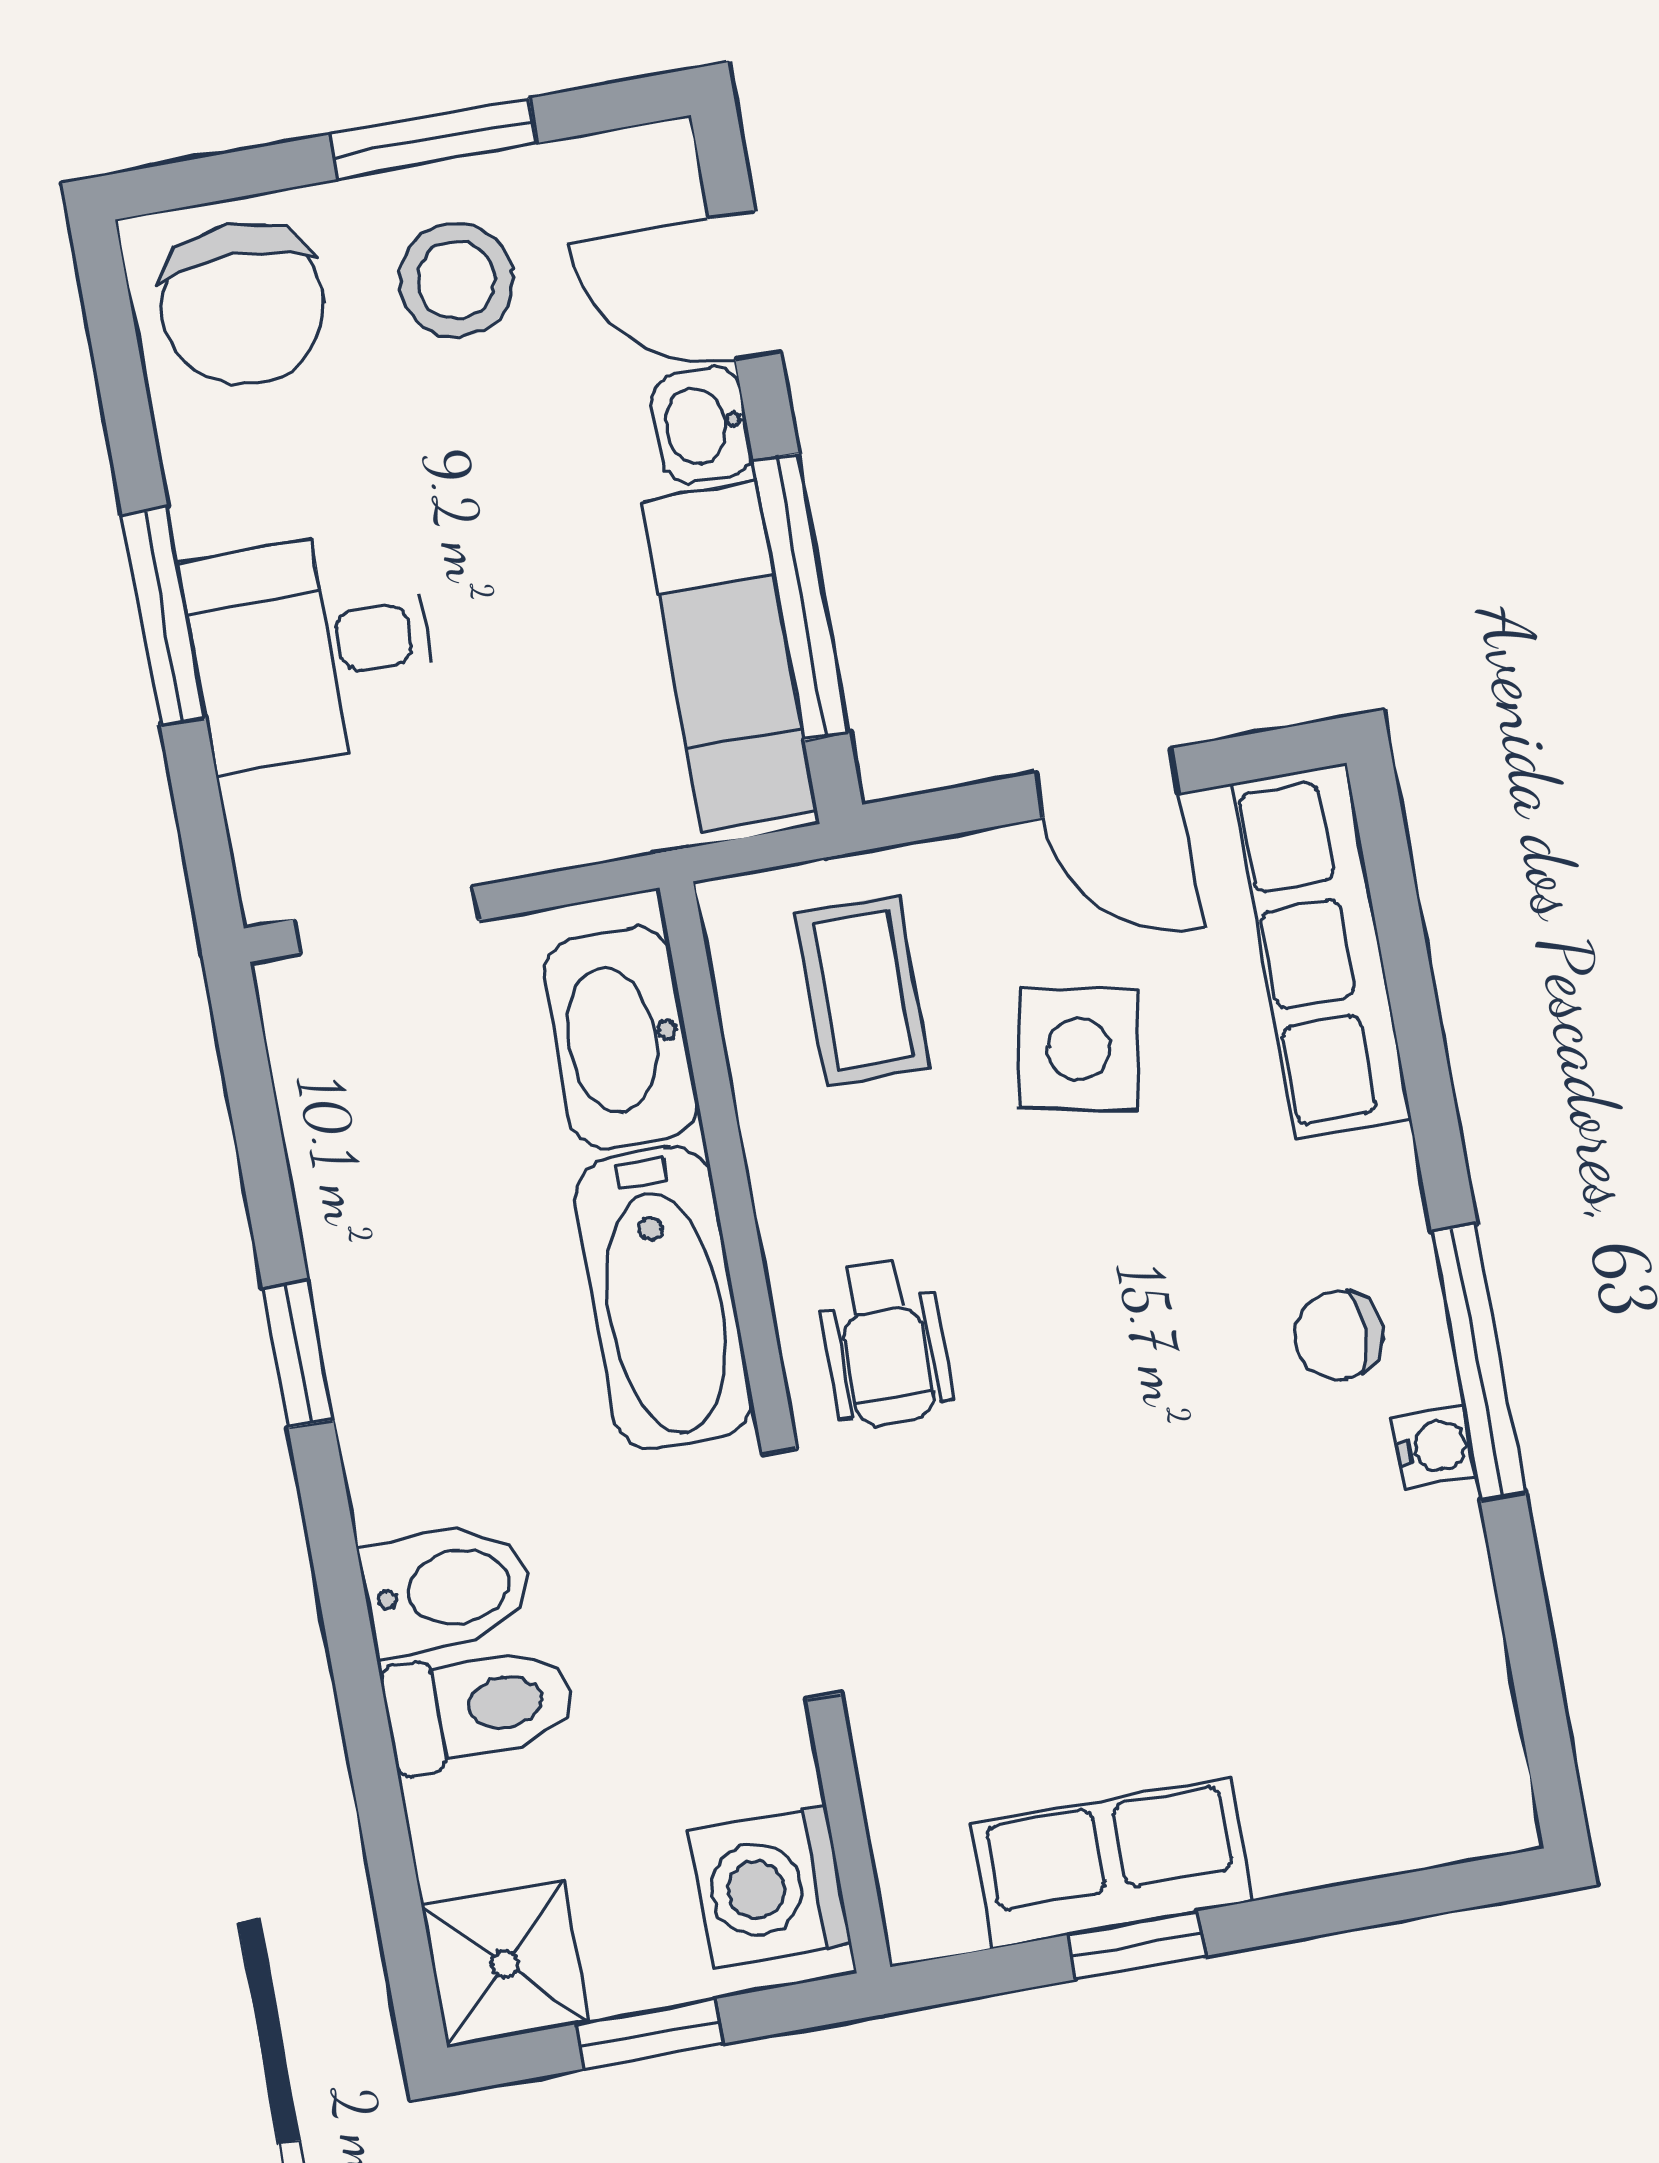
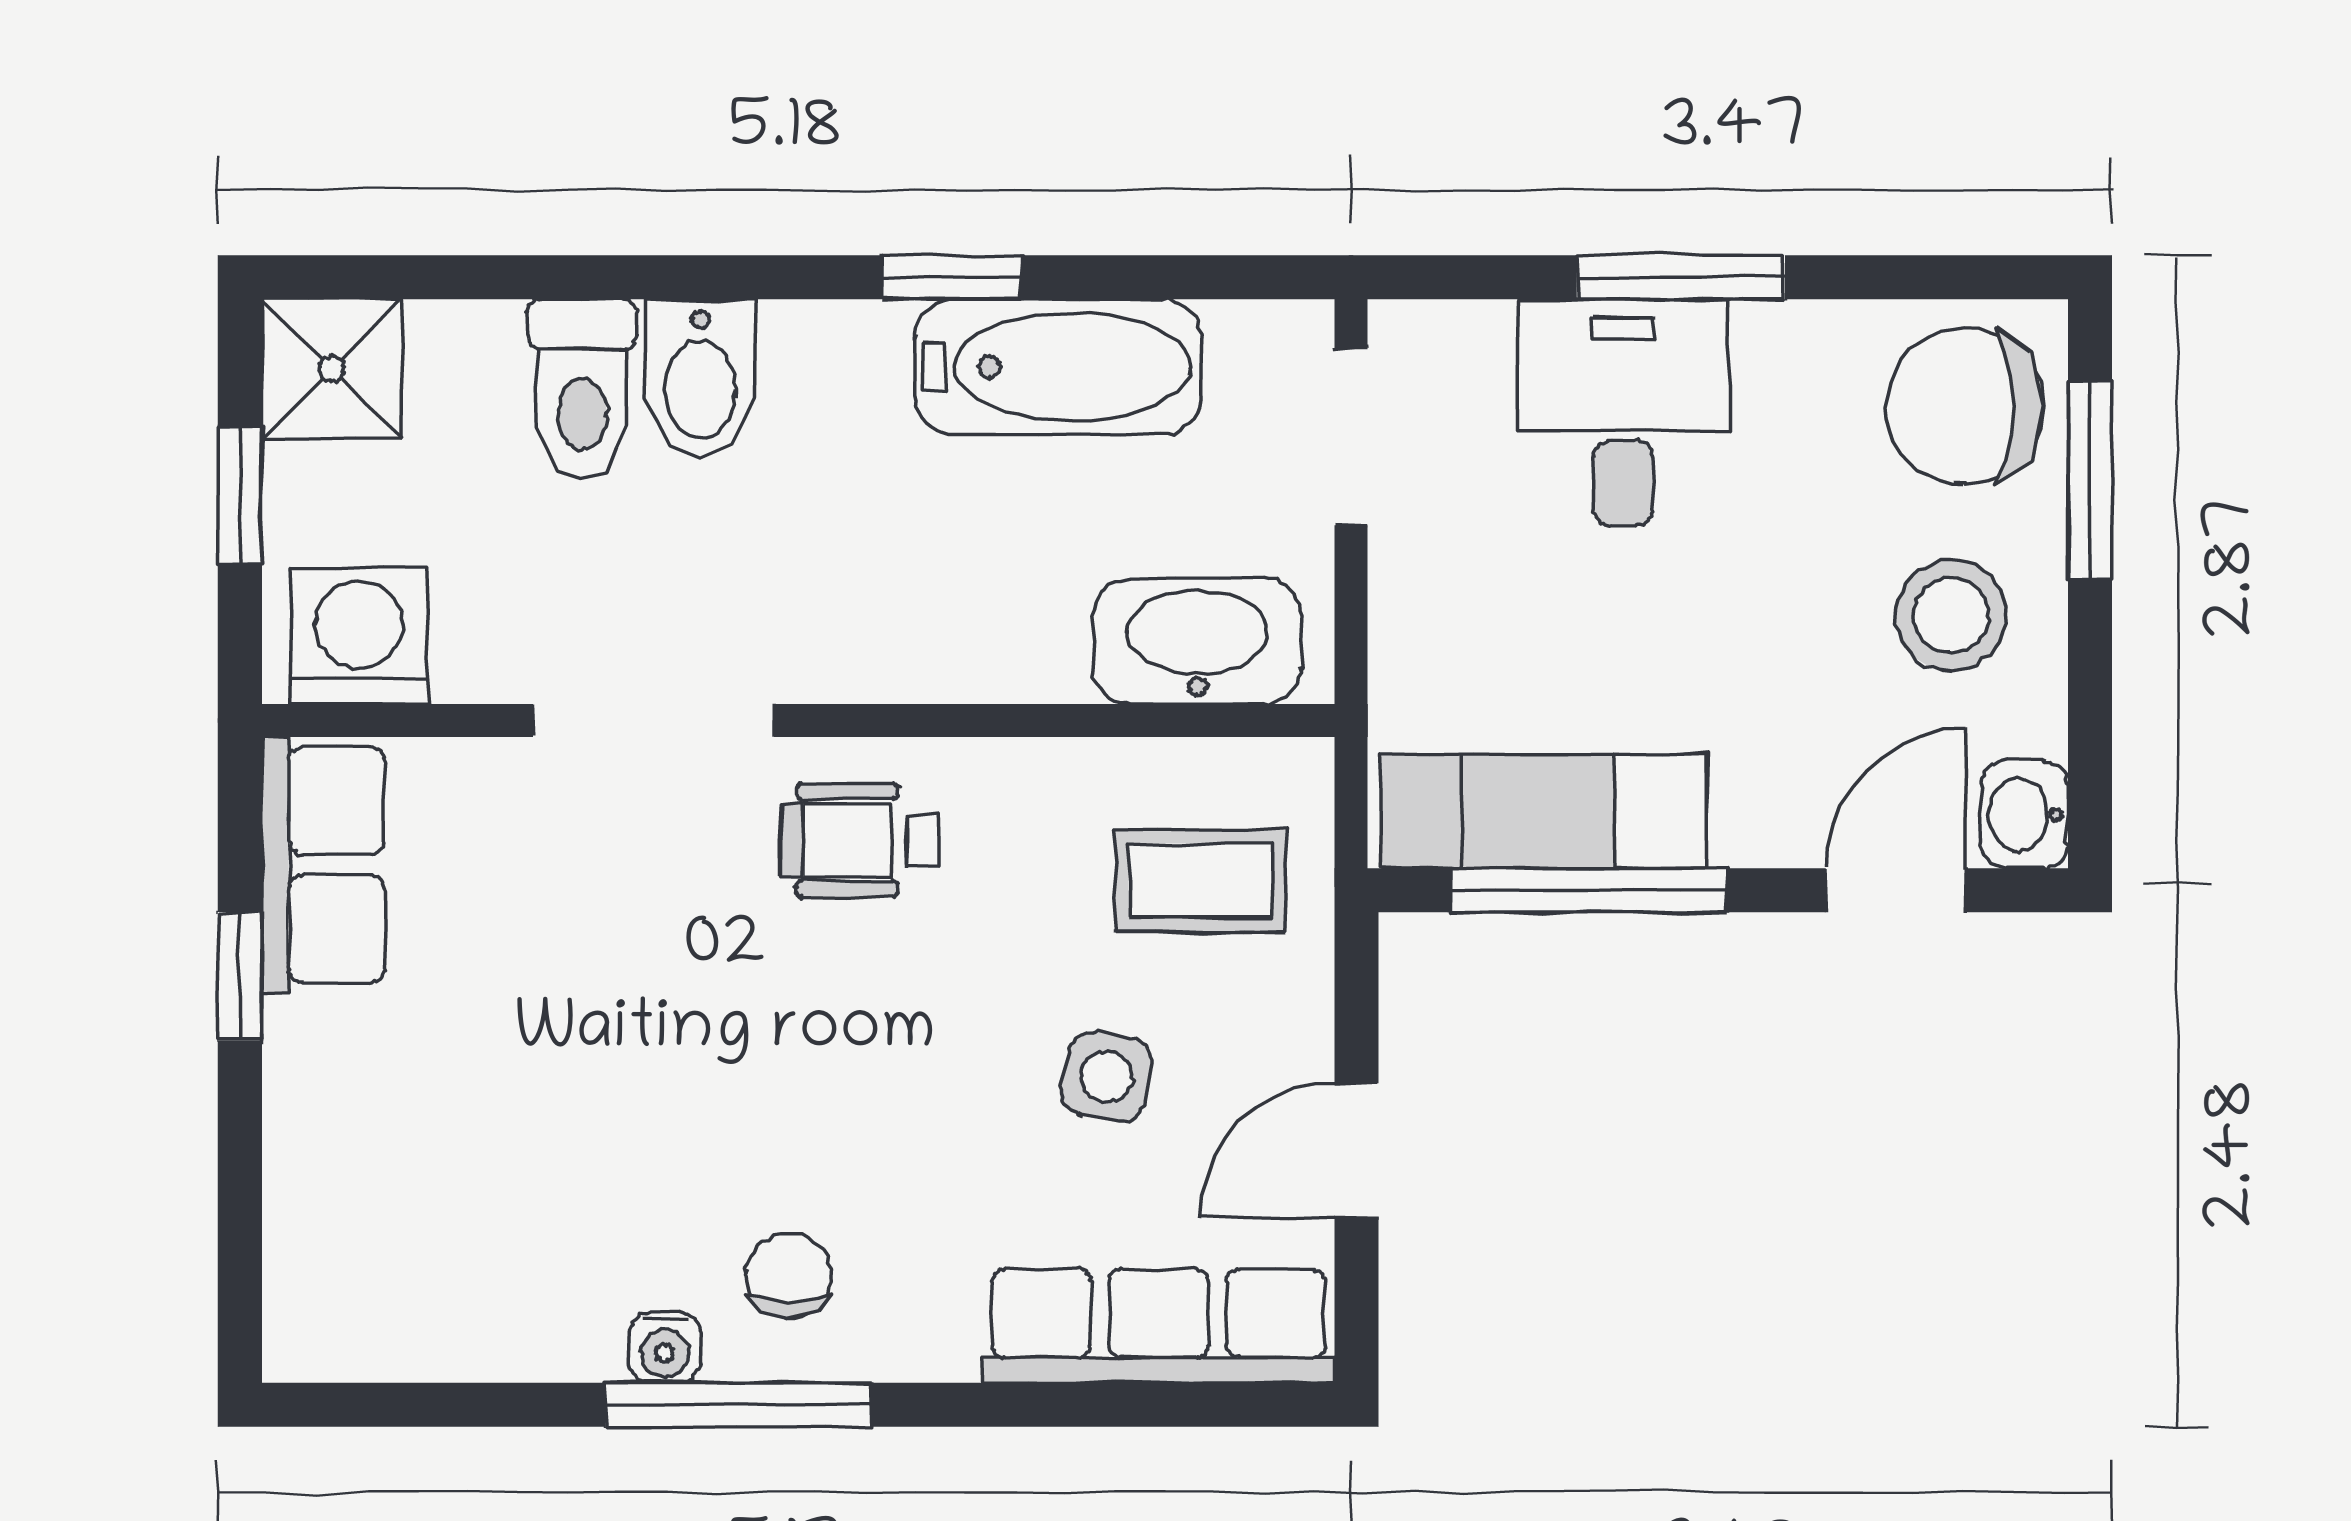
window: (433, 139) -> (2090, 480), moved
washbasin: (702, 425) -> (2024, 814), moved, turned -90
side table: (1079, 1049) -> (1107, 1077), width x0.73, depth x0.73
bathtub: (663, 1298) -> (1058, 367), moved, turned 180
row of seats: (1112, 1863) -> (323, 865), moved

